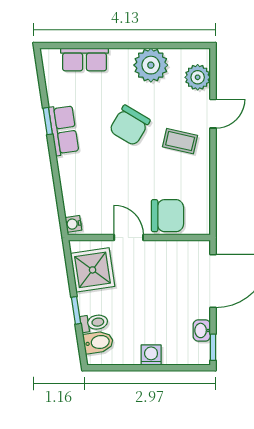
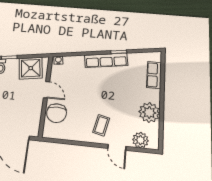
chair: (130, 125) -> (113, 97), removed
row of seats: (64, 130) -> (106, 60), width x1.48
door: (129, 237) -> (47, 90), hinge flipped

